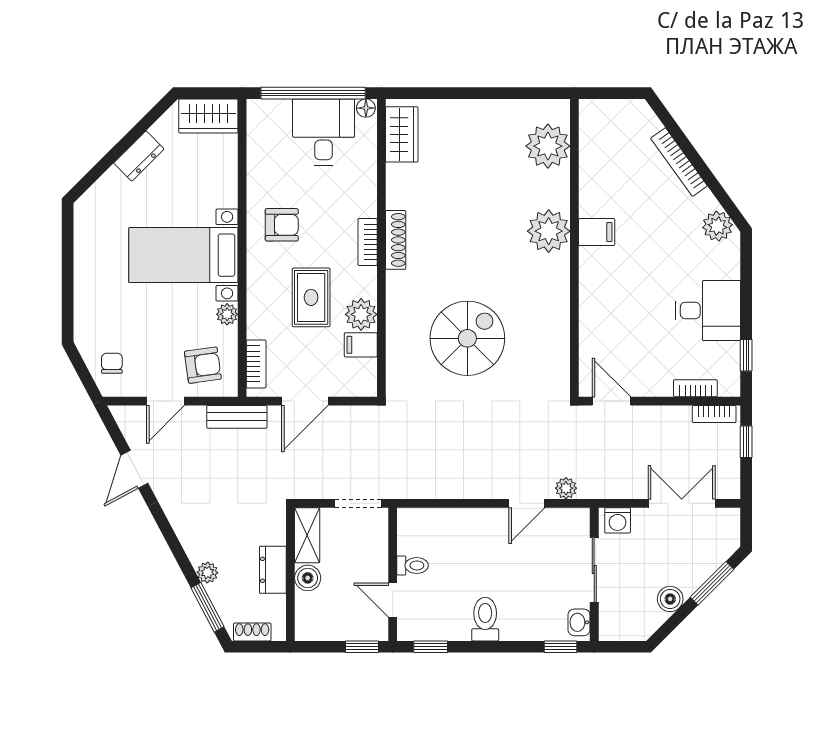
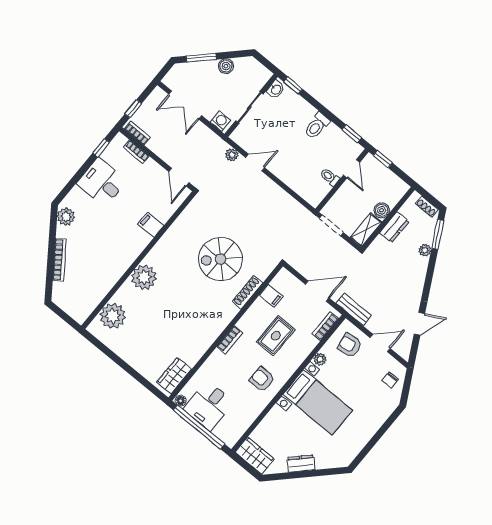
filing cabinet: (597, 232) -> (151, 225), moved
shoe rack: (396, 240) -> (248, 292), moved
plant: (361, 314) -> (260, 309), removed

